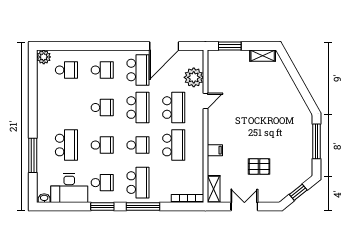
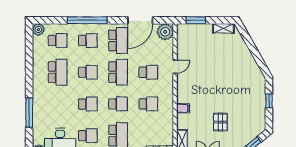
window: (101, 46) -> (87, 20), added
plant: (194, 77) -> (165, 32), moved
school desk: (174, 108) -> (148, 72), width x0.54
window: (317, 141) -> (269, 101), width x0.46
school desk: (66, 145) -> (58, 72), moved
school desk: (174, 145) -> (148, 104), width x0.54
pallet: (259, 167) -> (220, 122), turned 90

